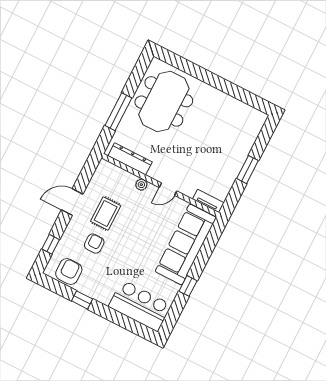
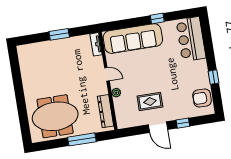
window: (51, 244) -> (183, 123), moved
armchair: (94, 244) -> (173, 95), removed

